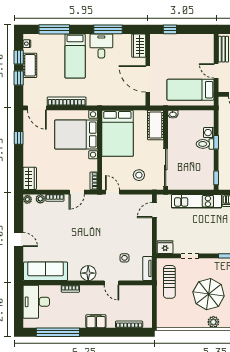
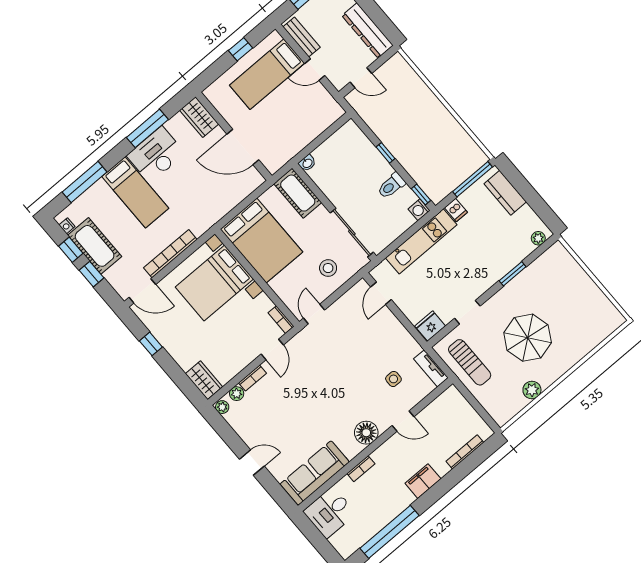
window: (170, 29) -> (240, 49), moved
desk: (101, 46) -> (156, 155), width x1.37
cot: (30, 65) -> (95, 246), width x1.37, depth x1.34
bed: (191, 90) -> (267, 74), moved
washing machine: (209, 133) -> (419, 210), moved
toilet: (205, 144) -> (391, 186), moved
door: (112, 192) -> (314, 314), hinge flipped
desk: (36, 302) -> (330, 512), width x0.73
plant: (213, 322) -> (532, 390), moved

